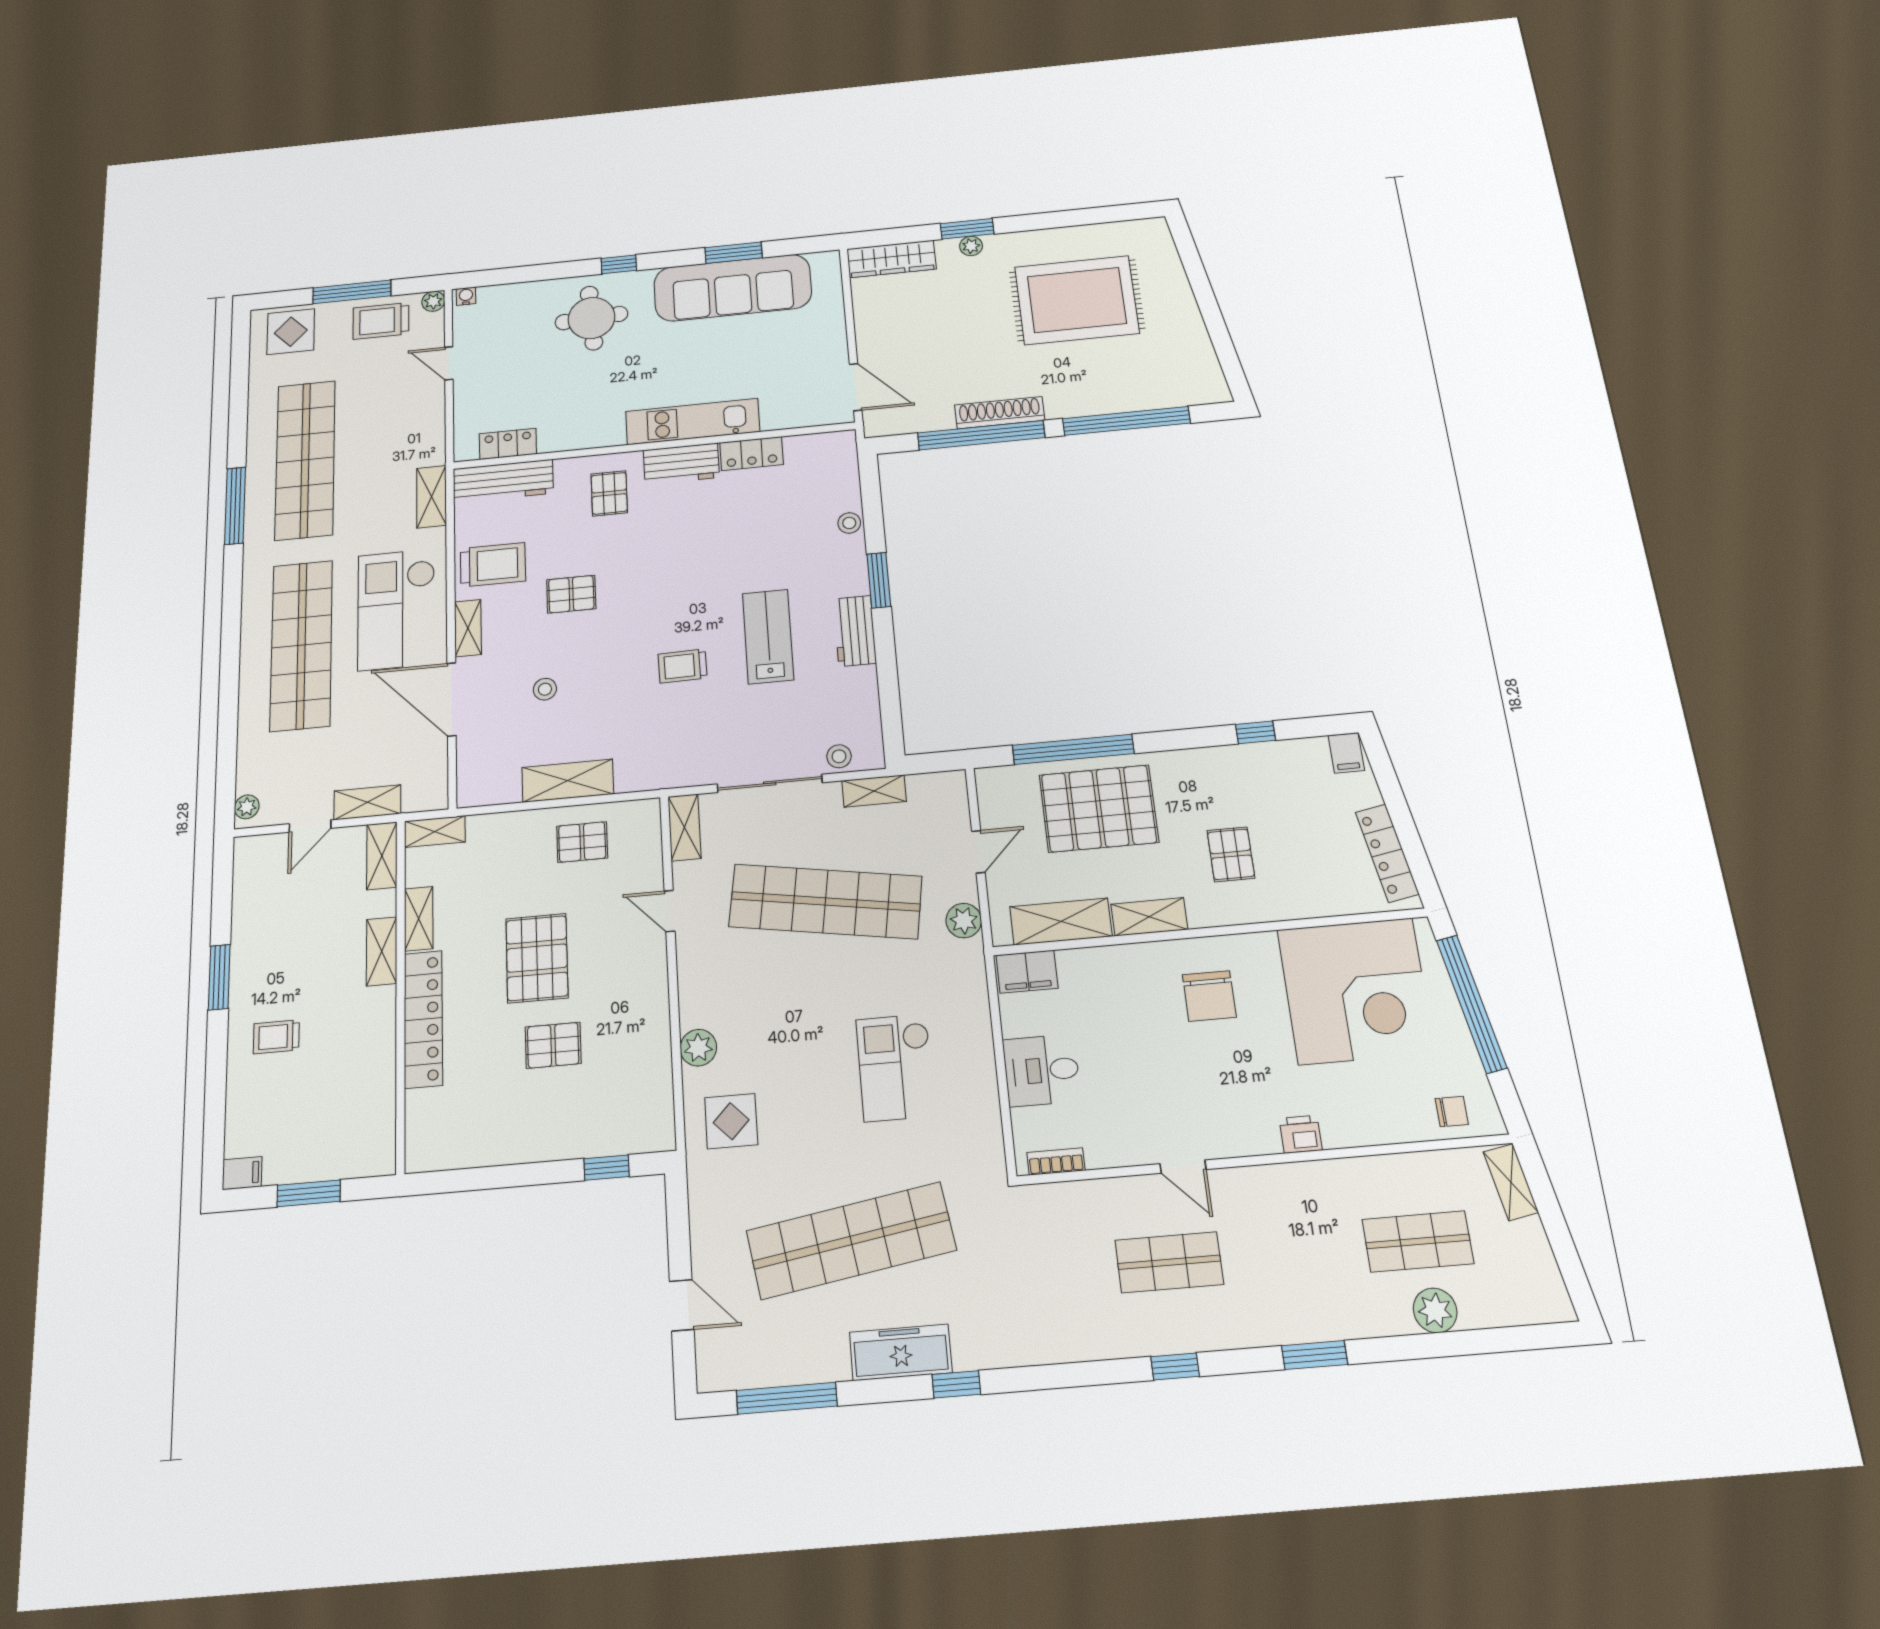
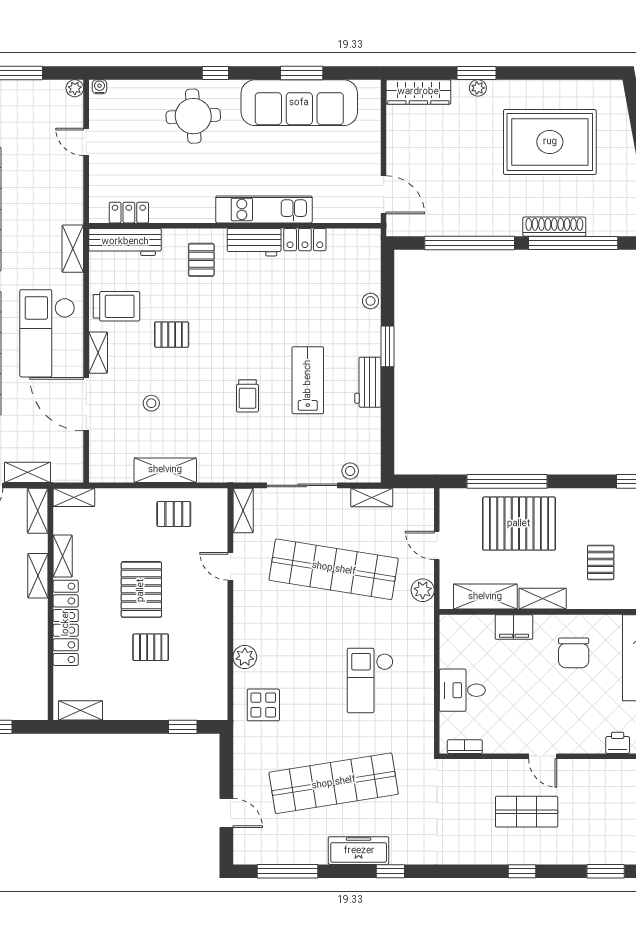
trolley: (381, 321) -> (35, 100), removed
shoe rack: (1000, 413) -> (554, 227), moved
trolley: (683, 666) -> (247, 396), turned -89
door: (978, 852) -> (437, 545), swing flipped
filing cabinet: (1027, 972) -> (514, 627), moved
shelving: (447, 1155) -> (81, 710), added

